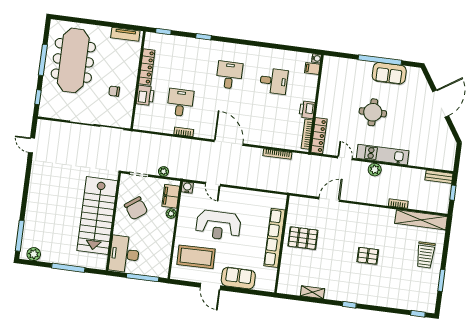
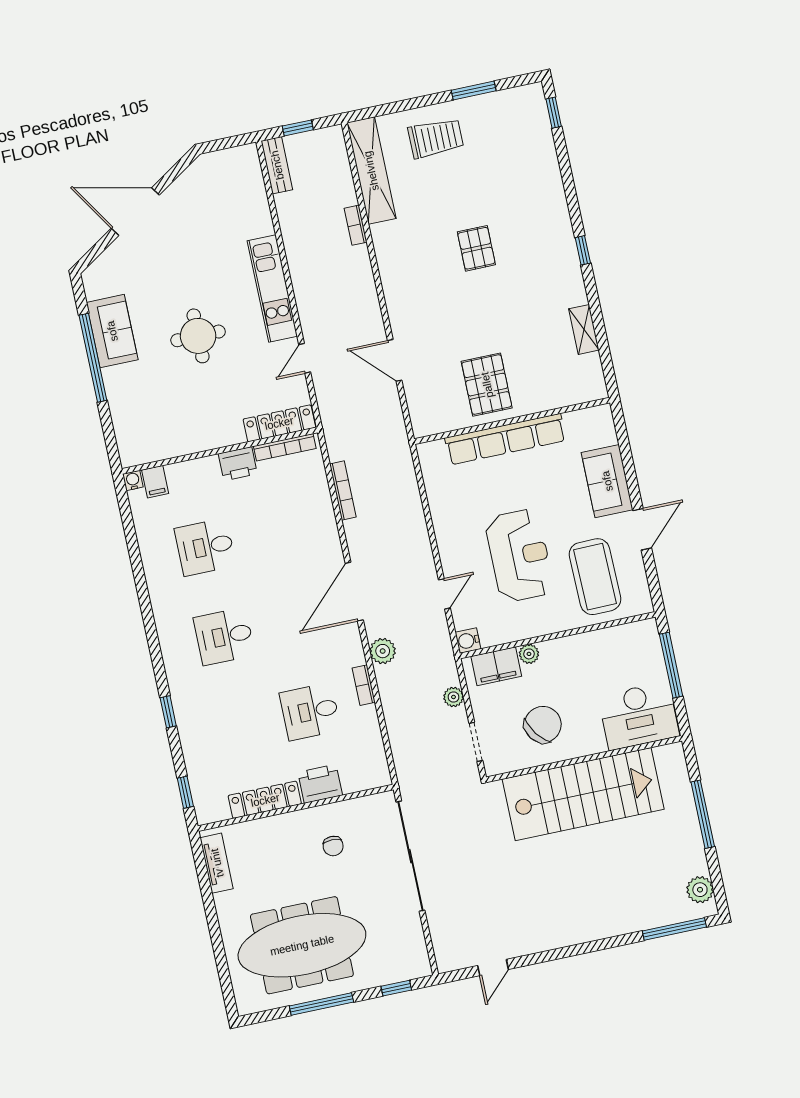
desk: (274, 81) -> (205, 547), turned -90
plant: (375, 170) -> (383, 651), moved

